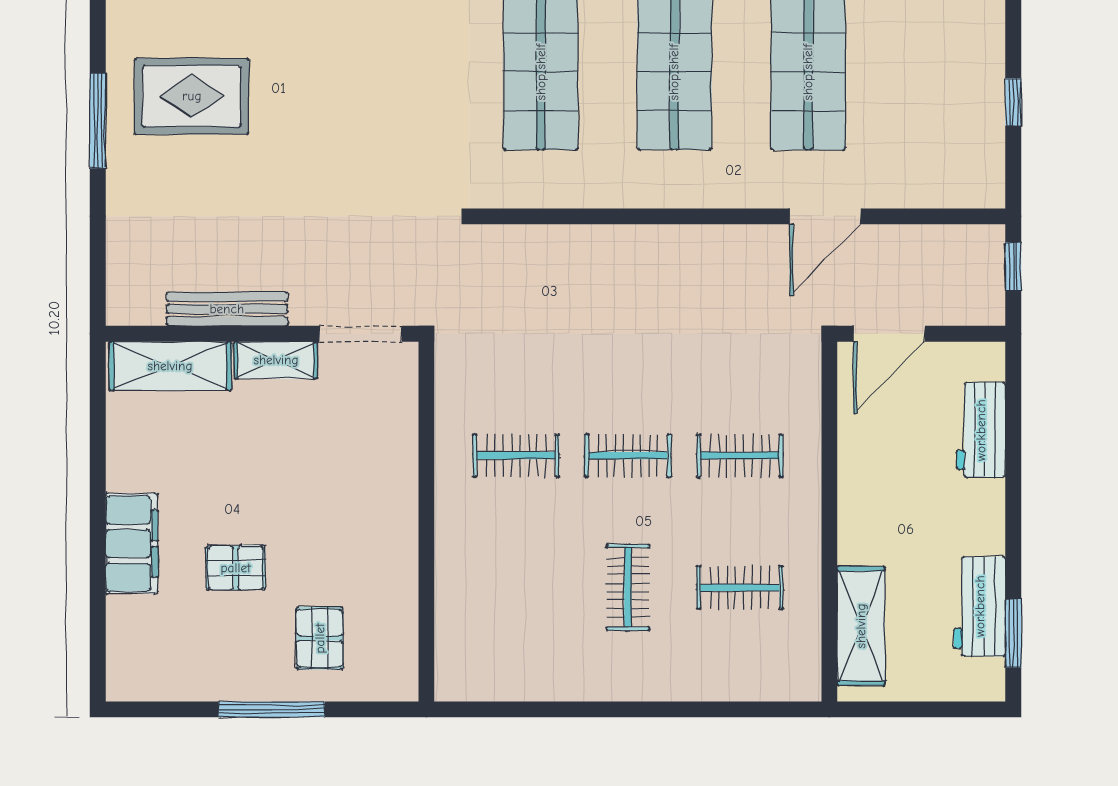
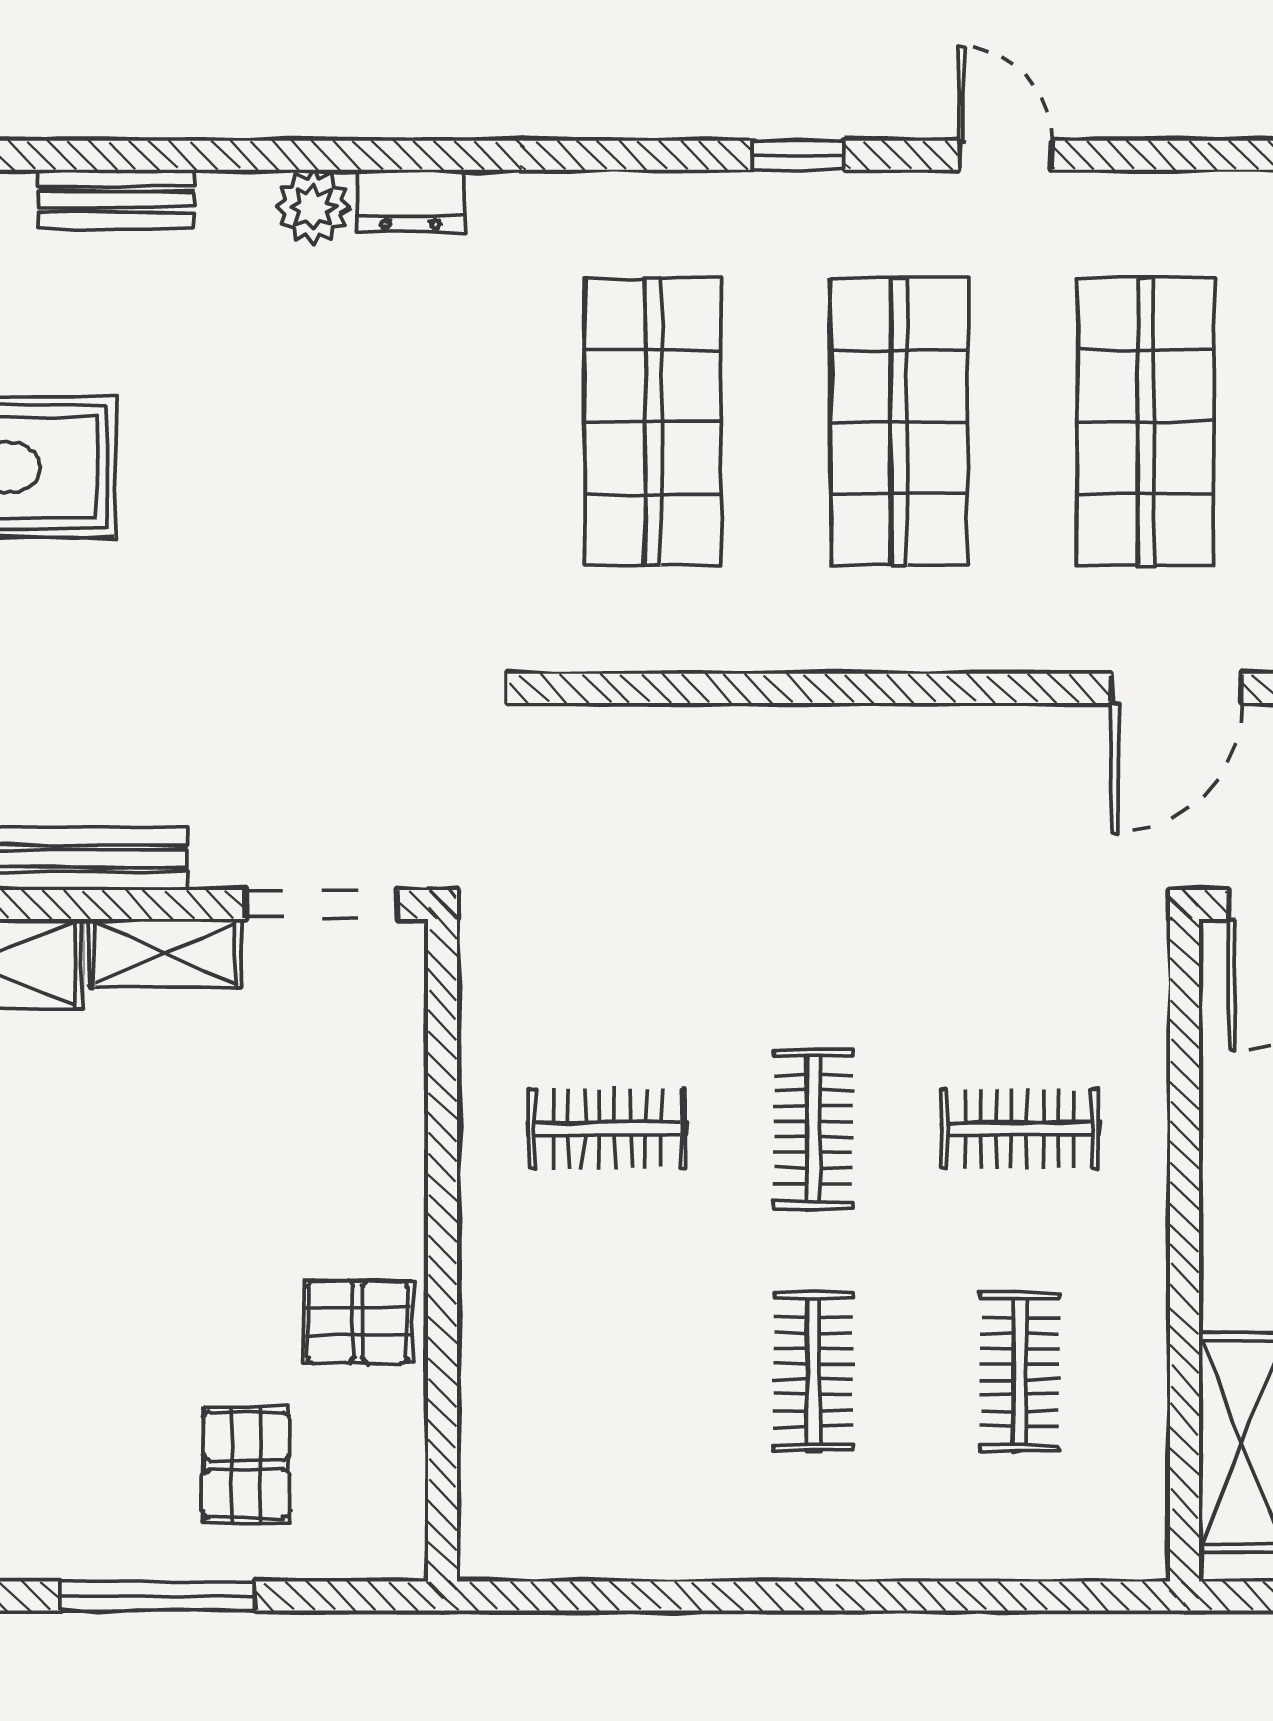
clothes rail: (628, 456) -> (814, 1129), turned 90
pallet: (236, 568) -> (358, 1322), moved
clothes rail: (740, 587) -> (1020, 1372), turned 90

